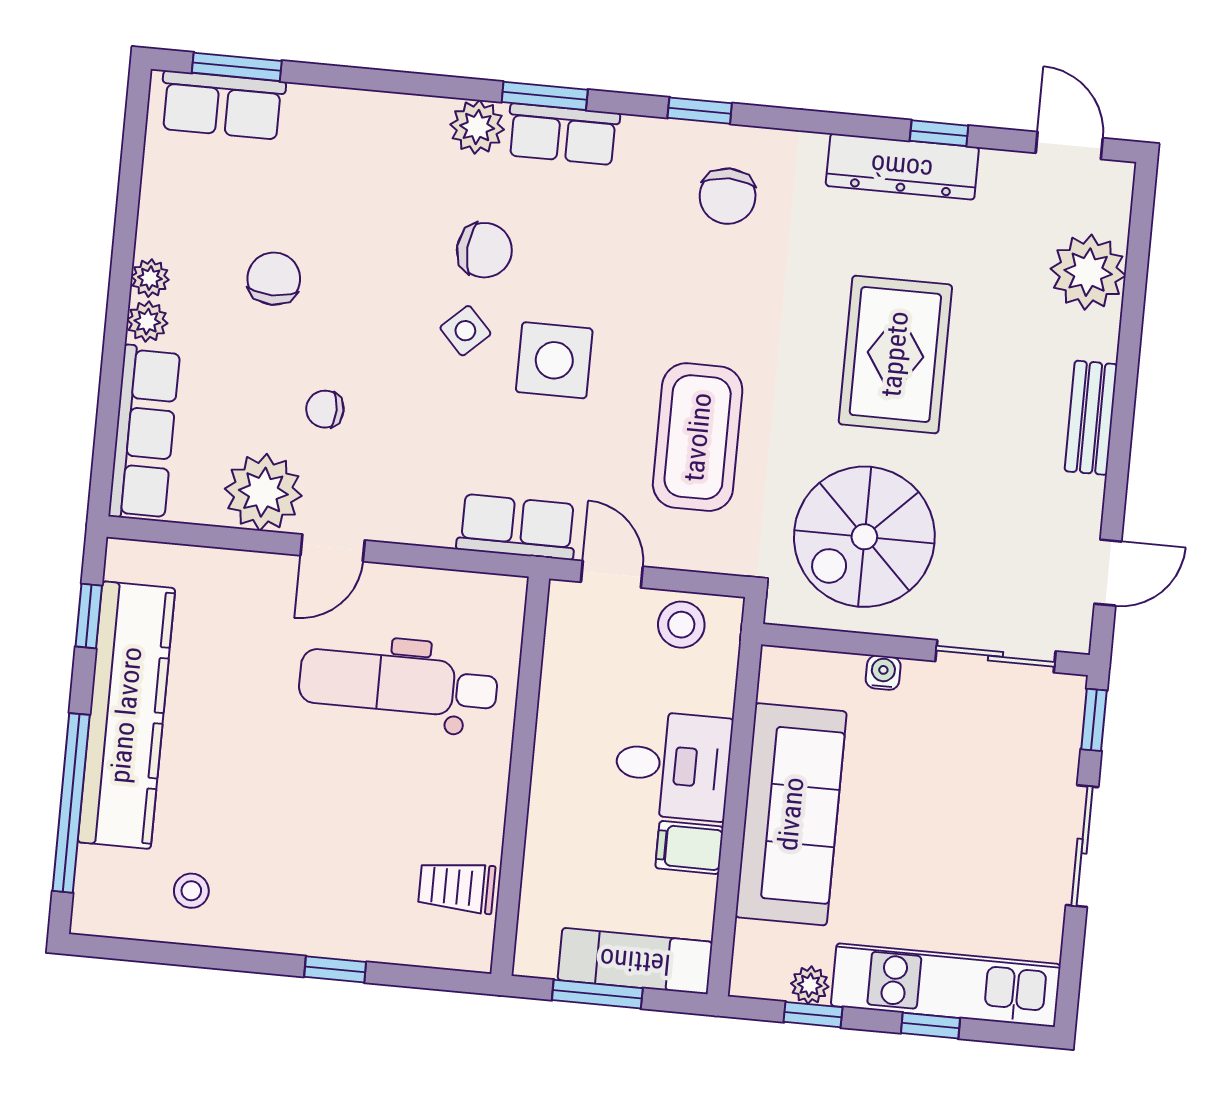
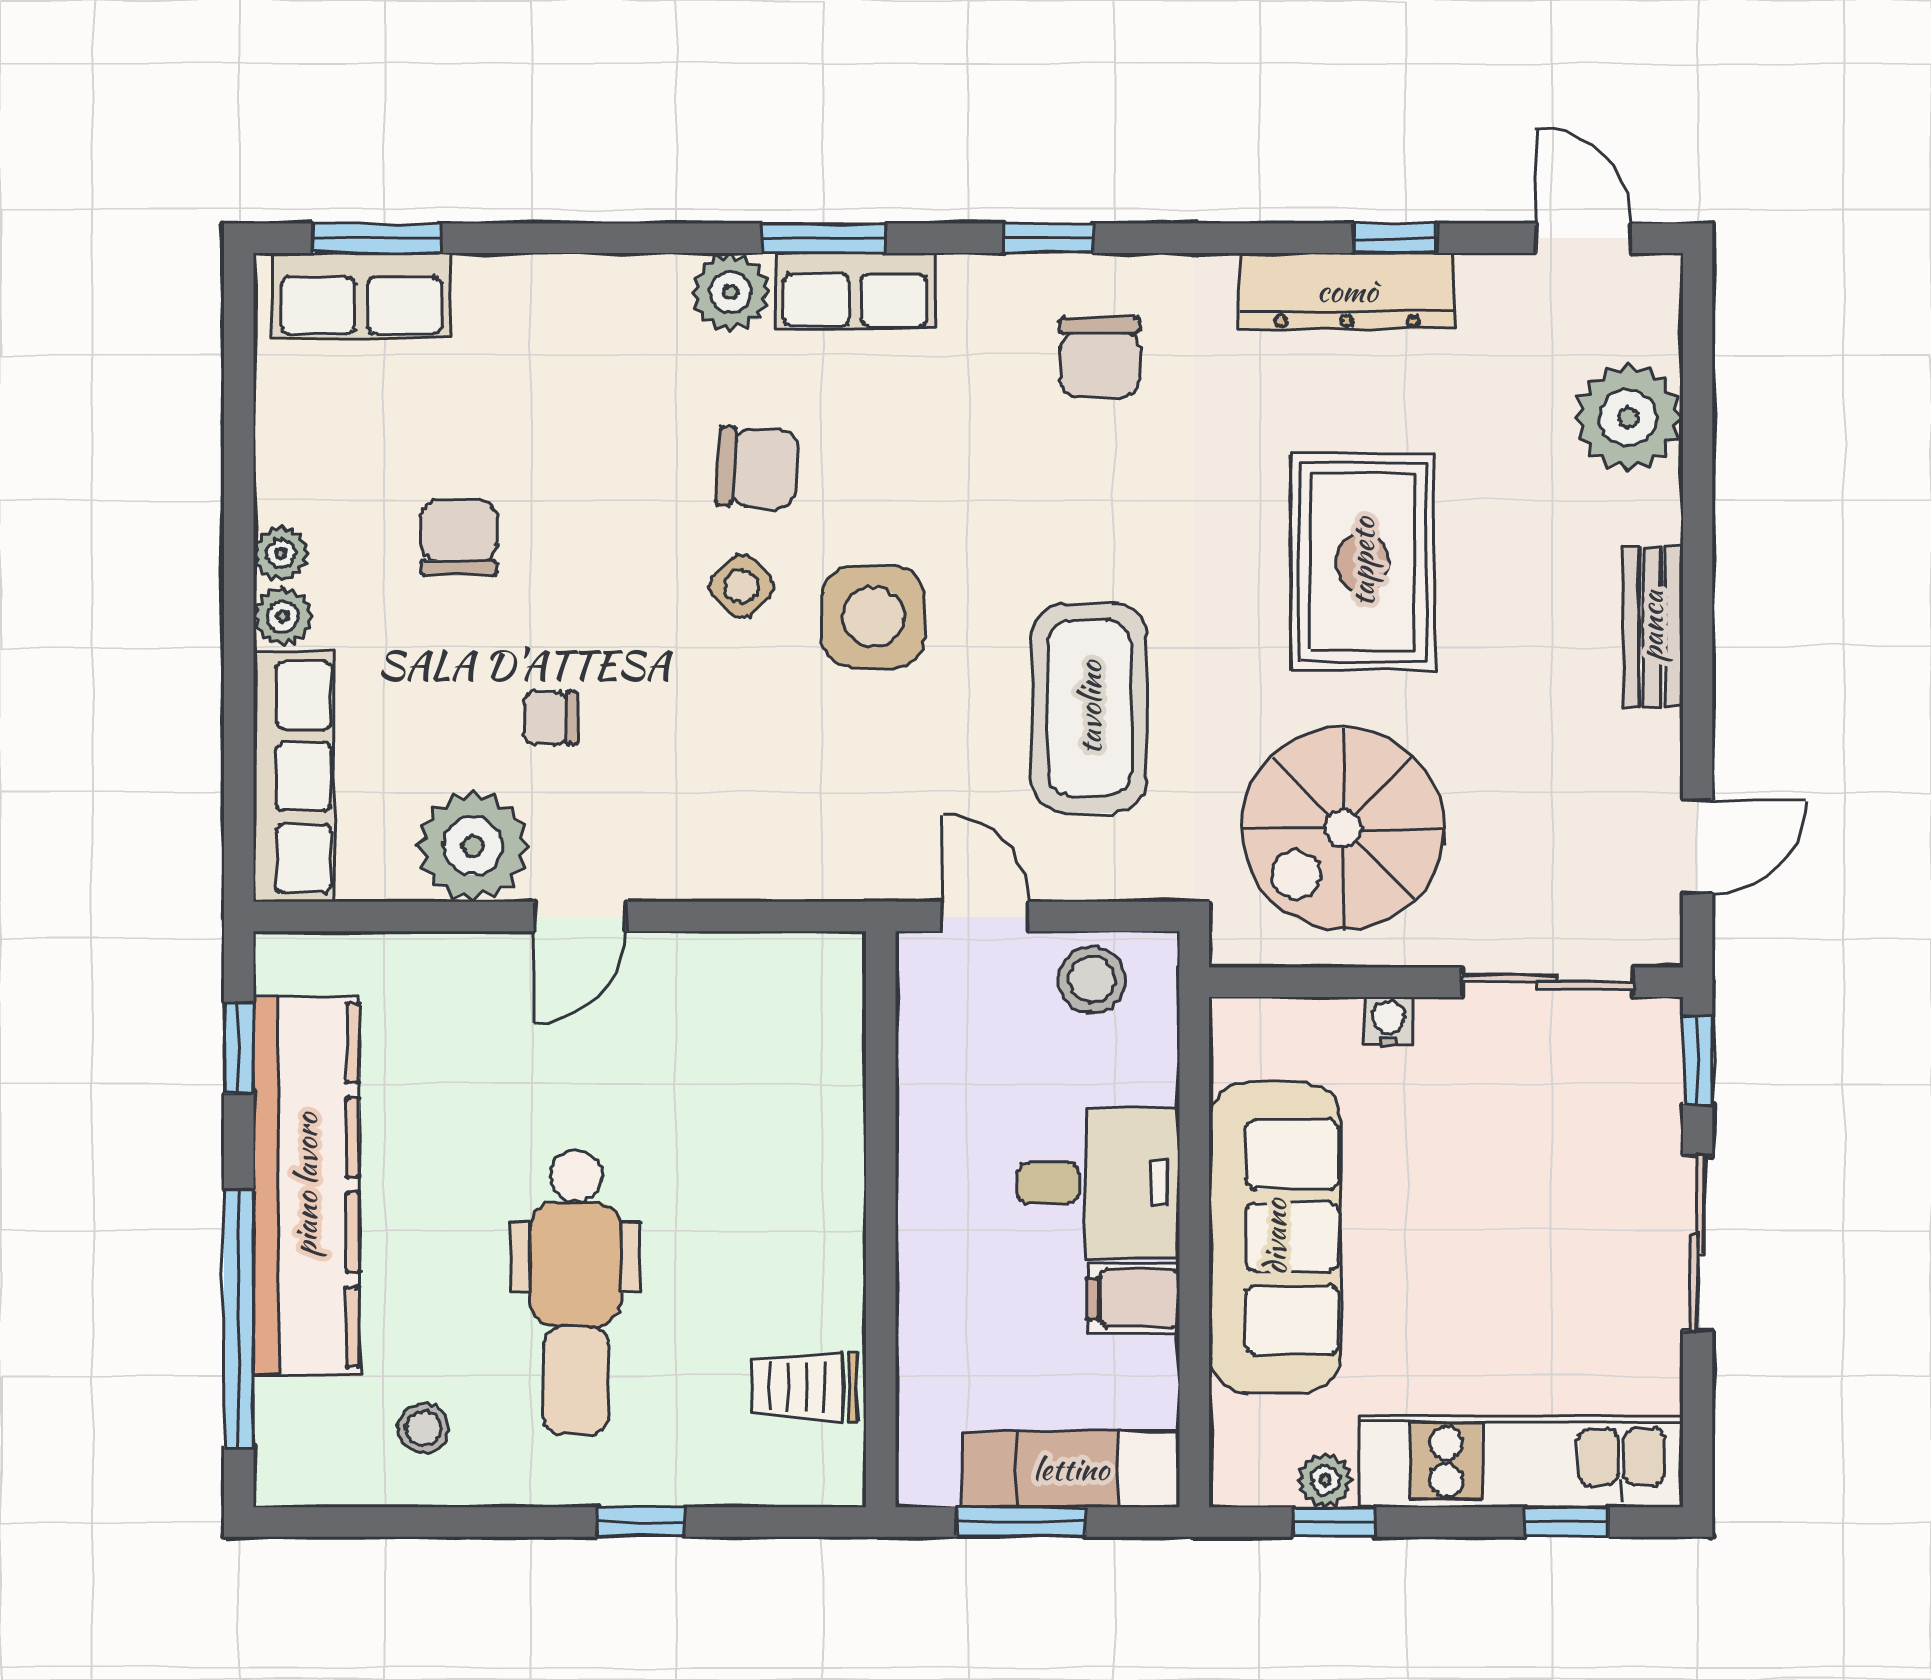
row of seats: (517, 527) -> (842, 861), removed
dental chair: (398, 684) -> (576, 1293), moved, turned -90
window: (930, 1026) -> (1567, 1522), moved

